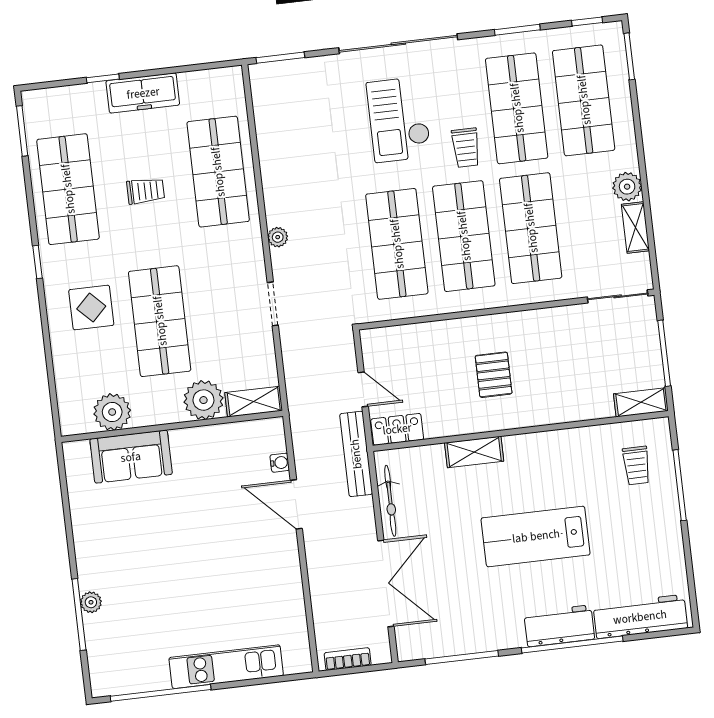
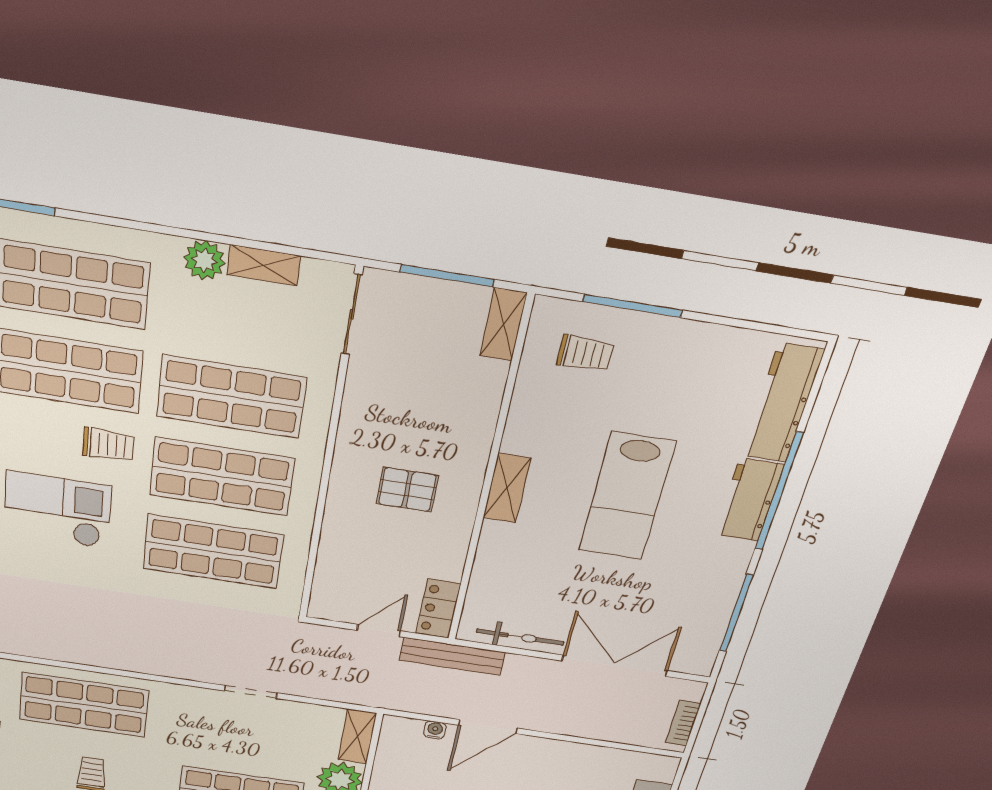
checkout: (399, 119) -> (58, 510), turned 180
plant: (278, 237) -> (174, 668), removed
shelving: (474, 452) -> (507, 488), moved

